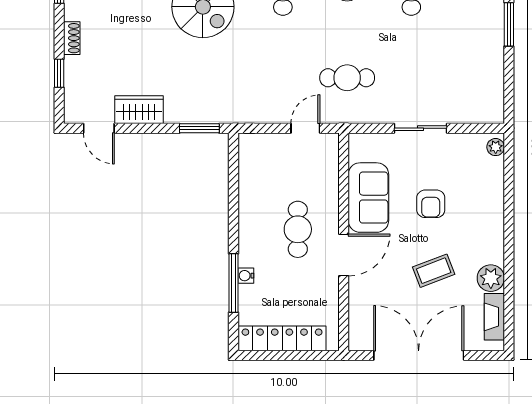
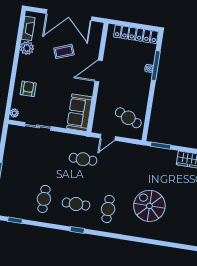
sliding door: (421, 128) -> (38, 126), moved
sofa: (368, 198) -> (79, 113), moved
armchair: (431, 204) -> (28, 89), moved
cafe table: (298, 229) -> (128, 118), moved, turned -66
coffee table: (434, 271) -> (64, 51), moved

